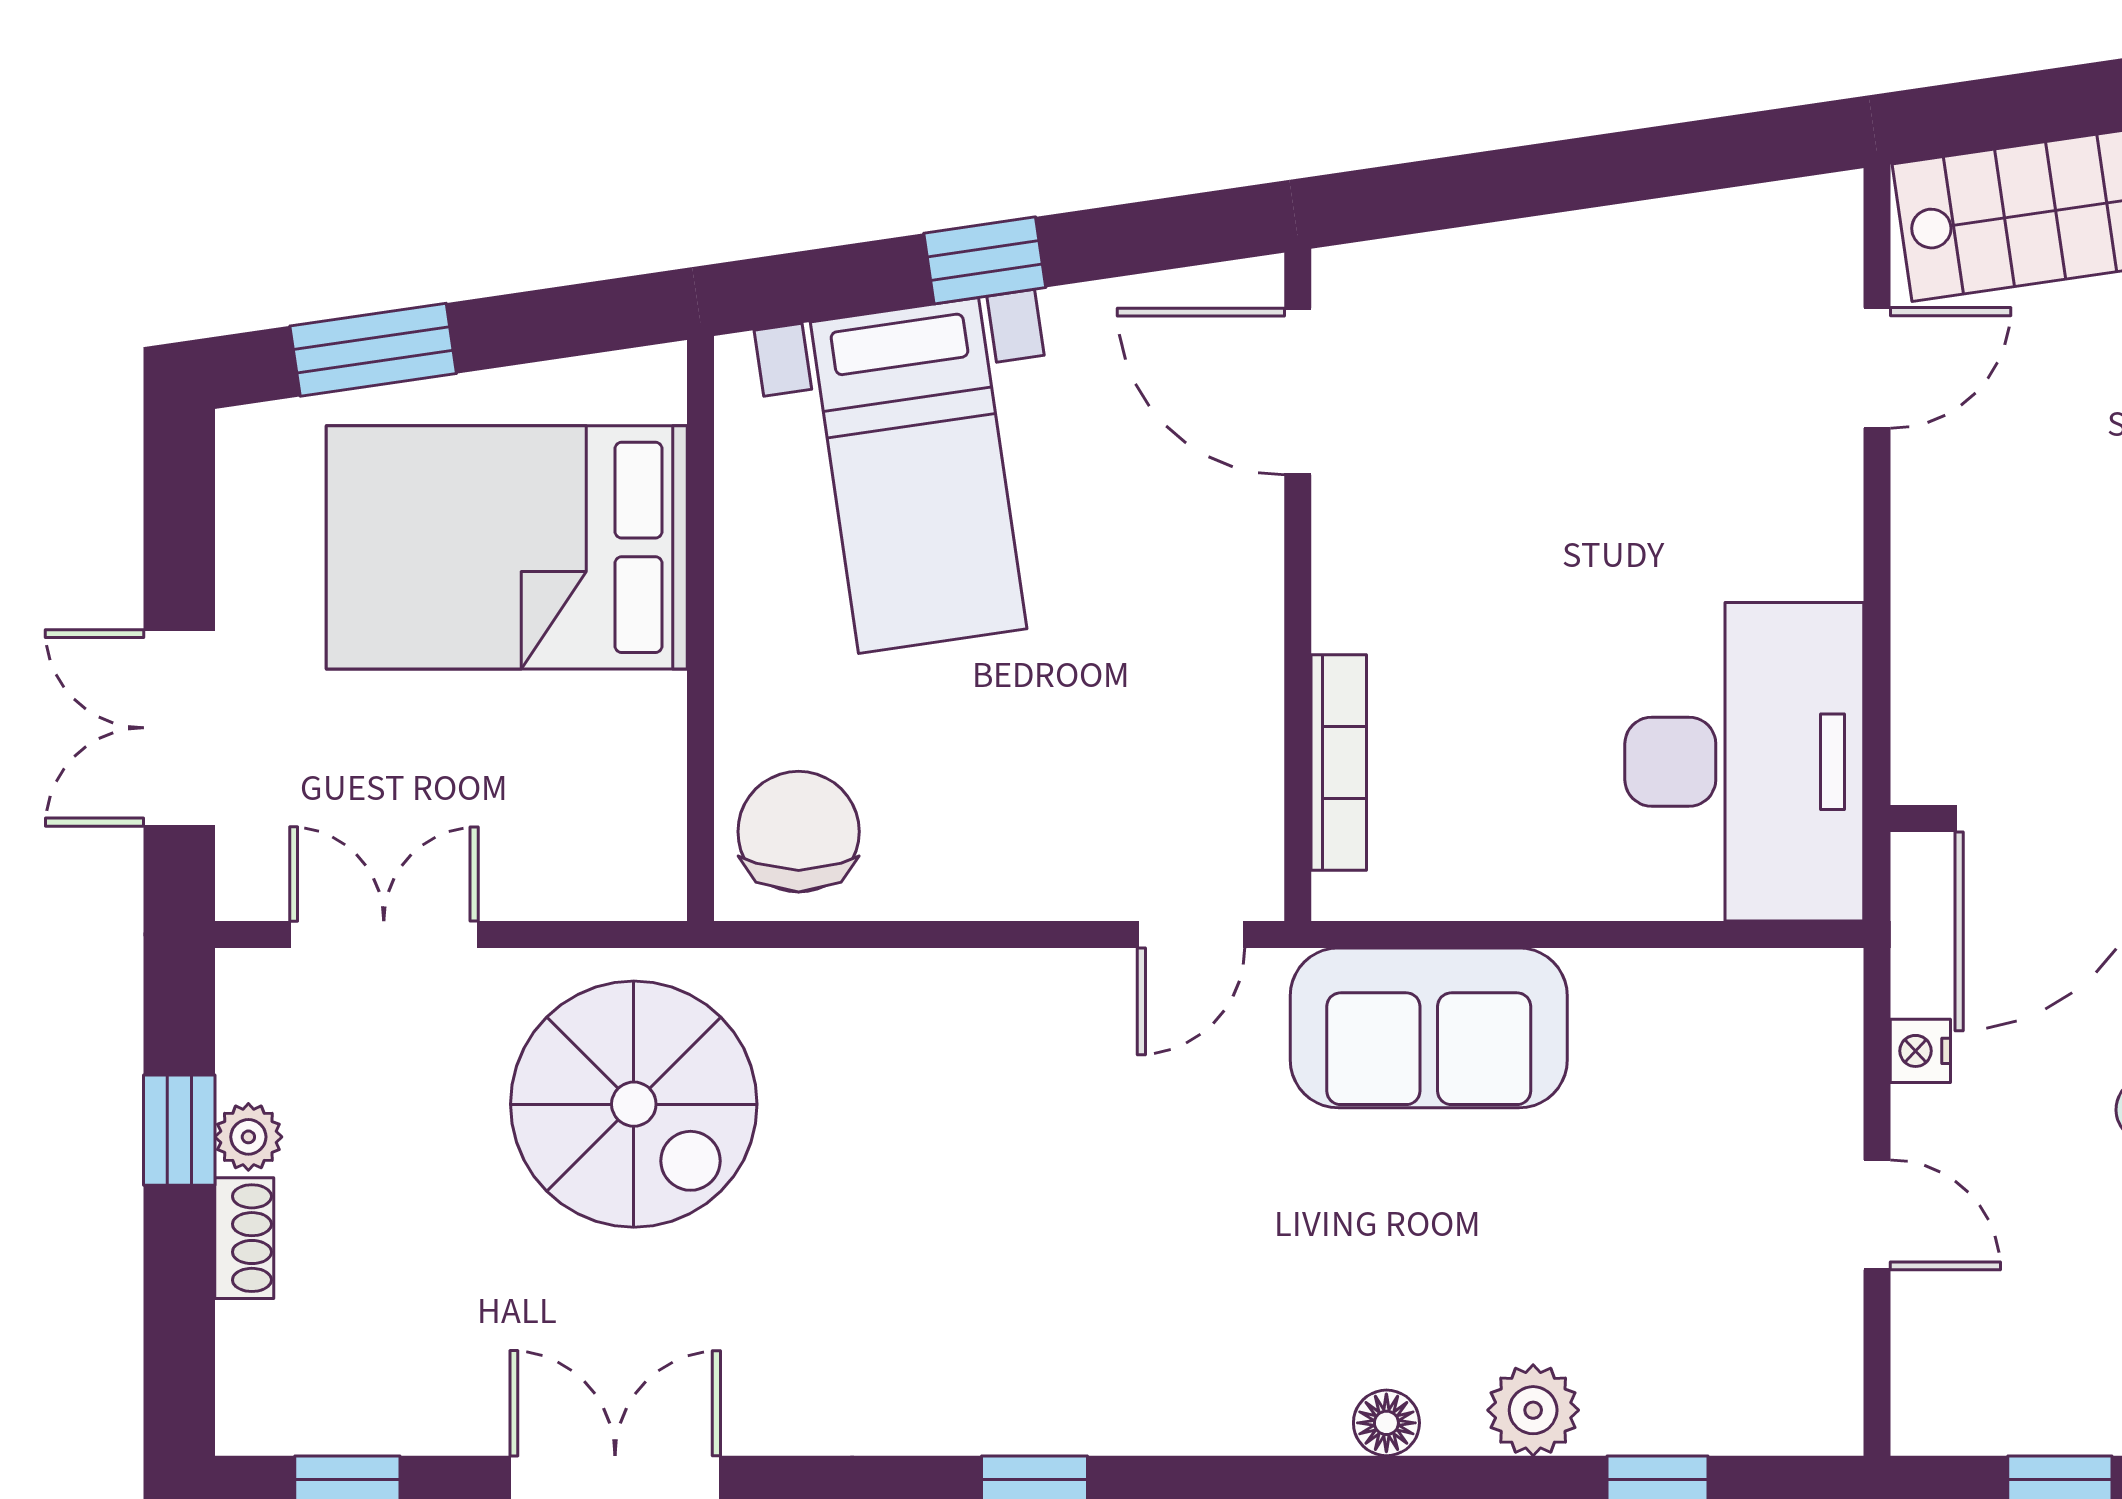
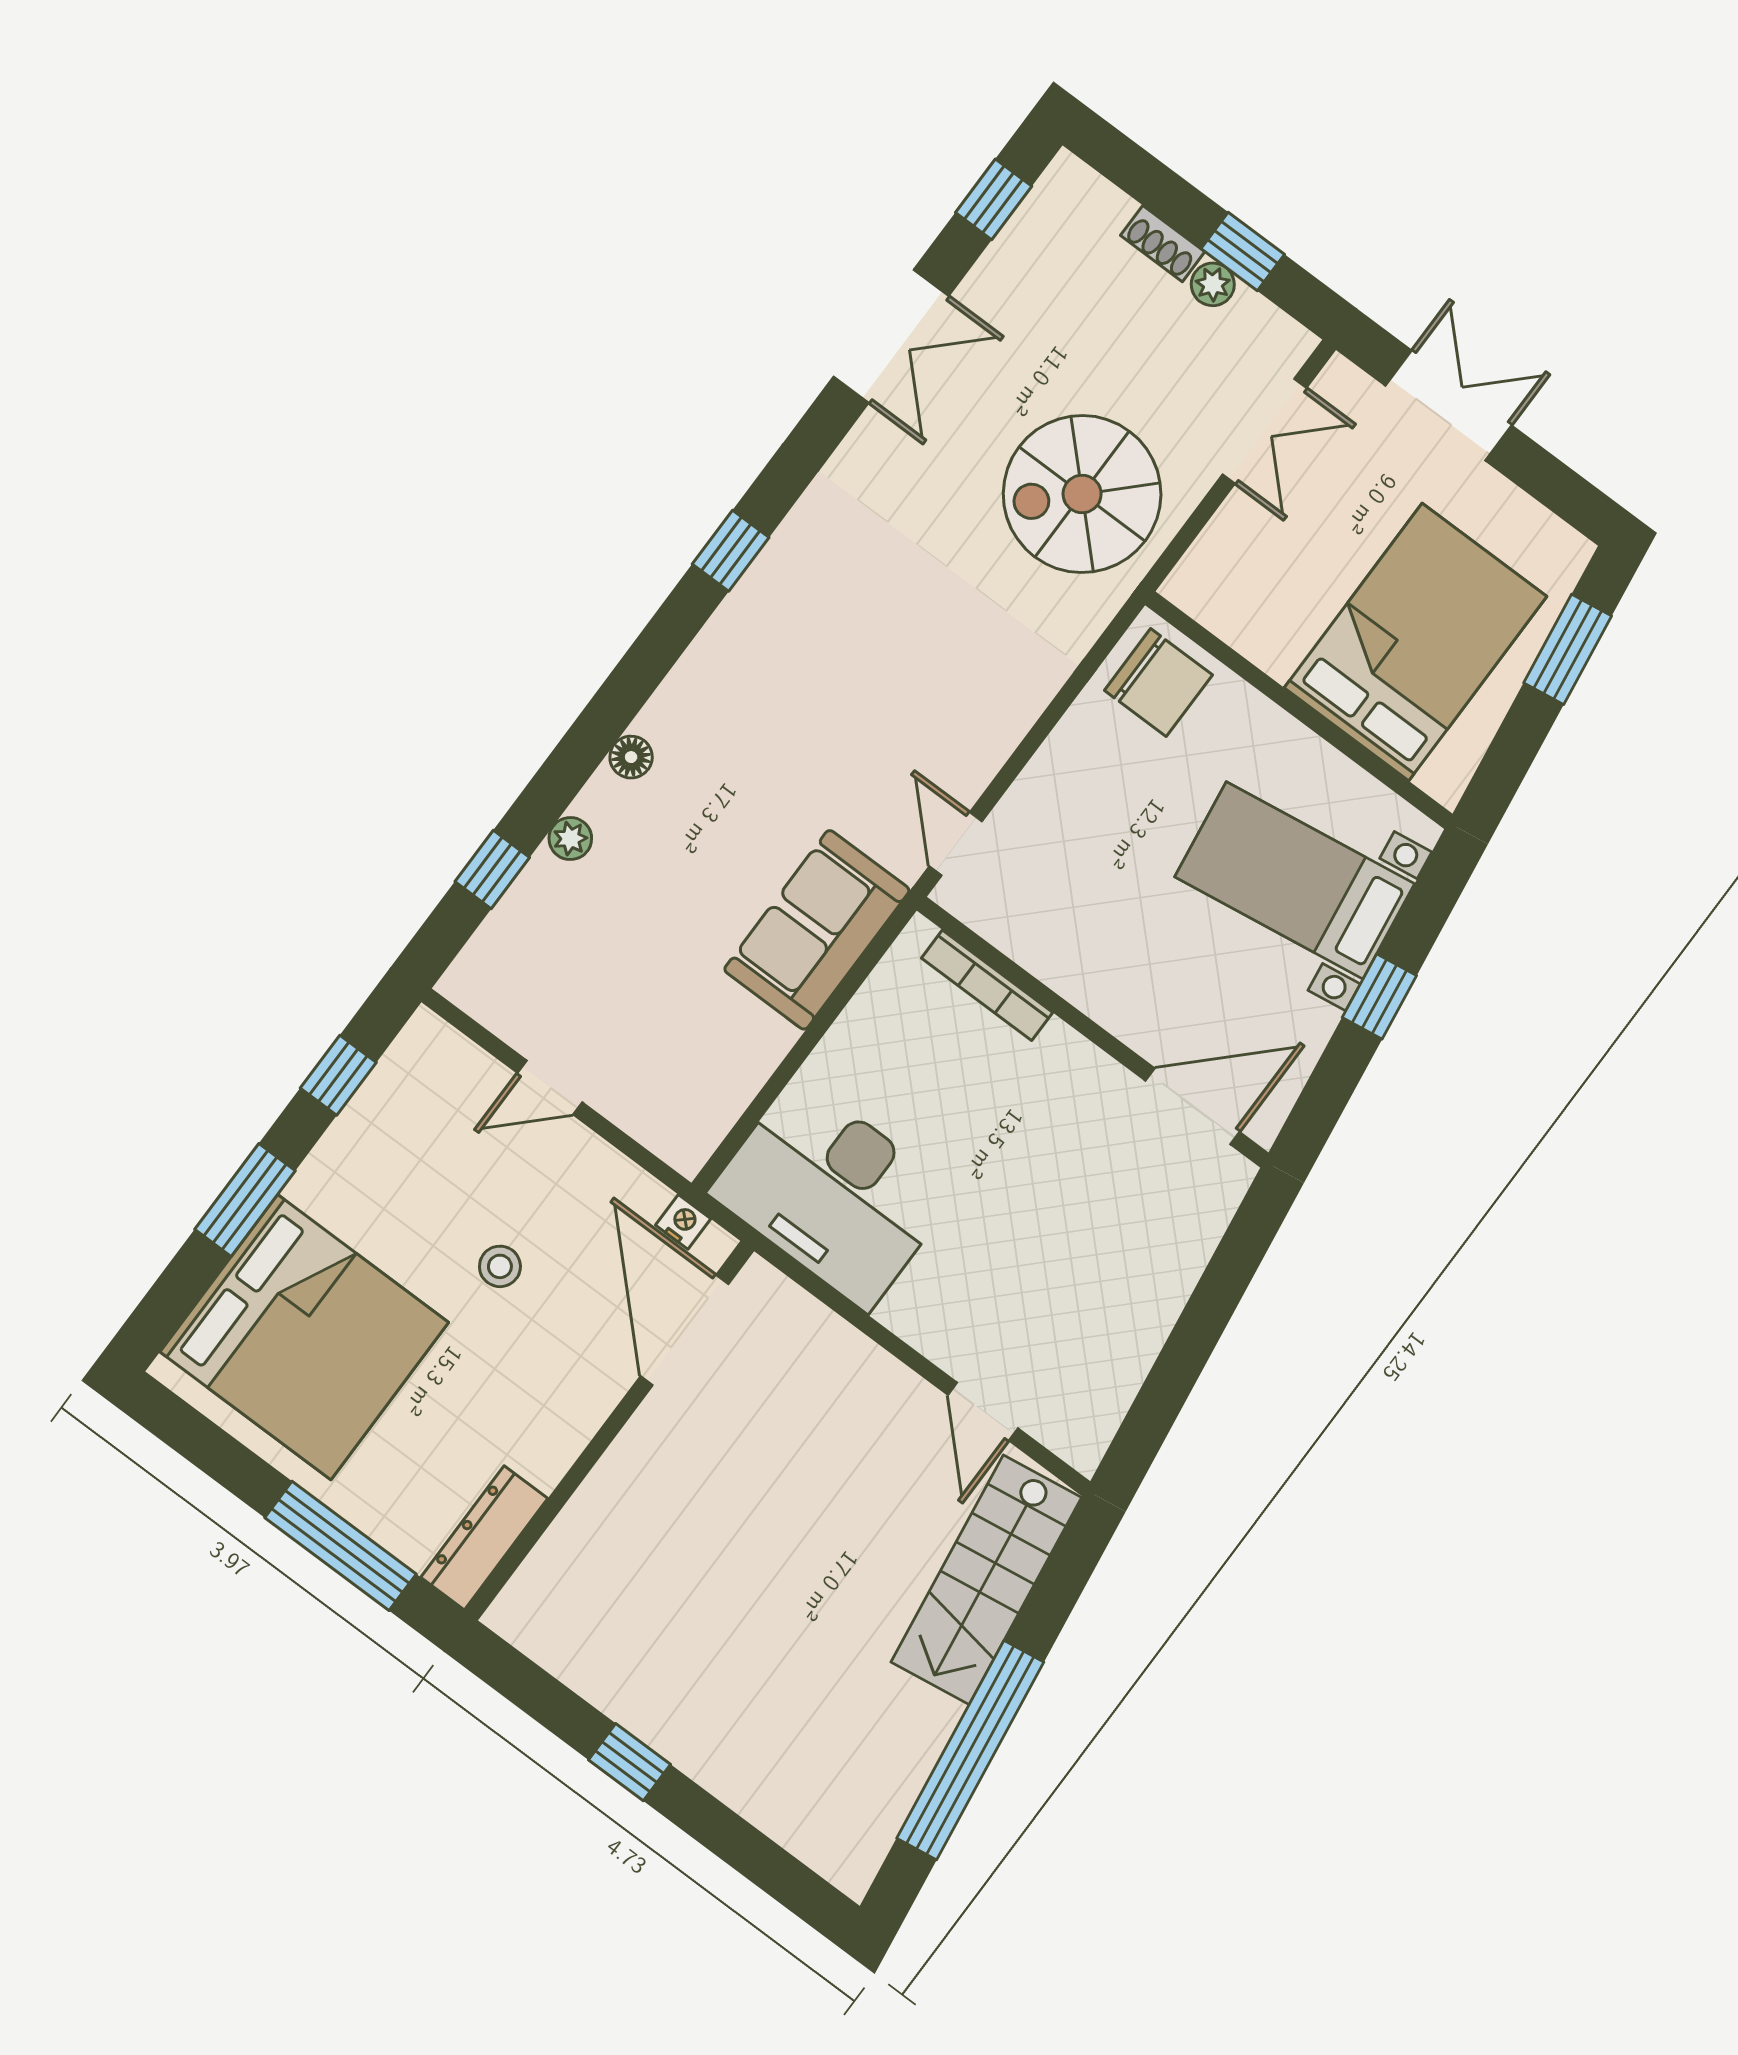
nightstand: (1920, 1051) -> (683, 1222), moved
plant: (1533, 1410) -> (570, 839), width x0.73, depth x0.73

